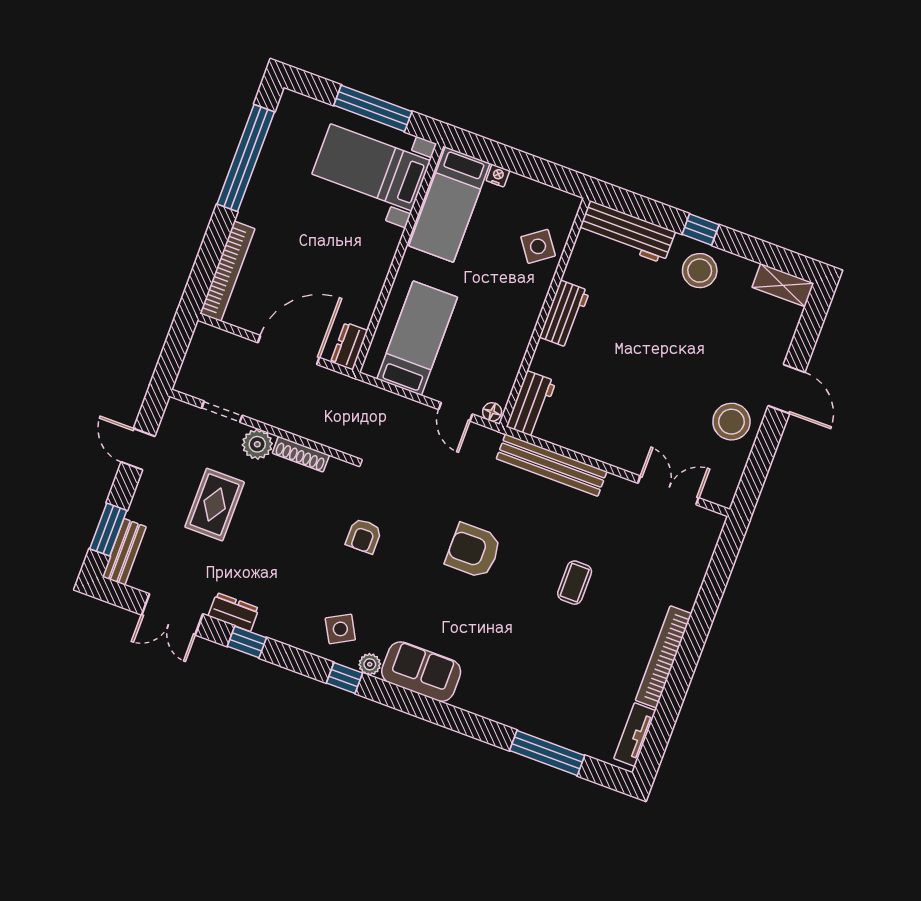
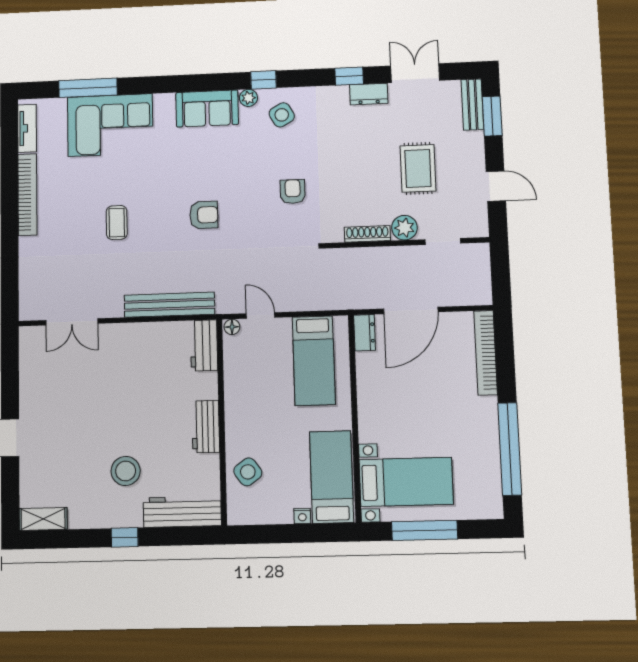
stool: (700, 271) -> (126, 471), moved
stool: (731, 422) -> (43, 395), removed
armchair: (473, 551) -> (204, 215), width x0.72, depth x0.72
corner sofa: (539, 699) -> (110, 125), added

